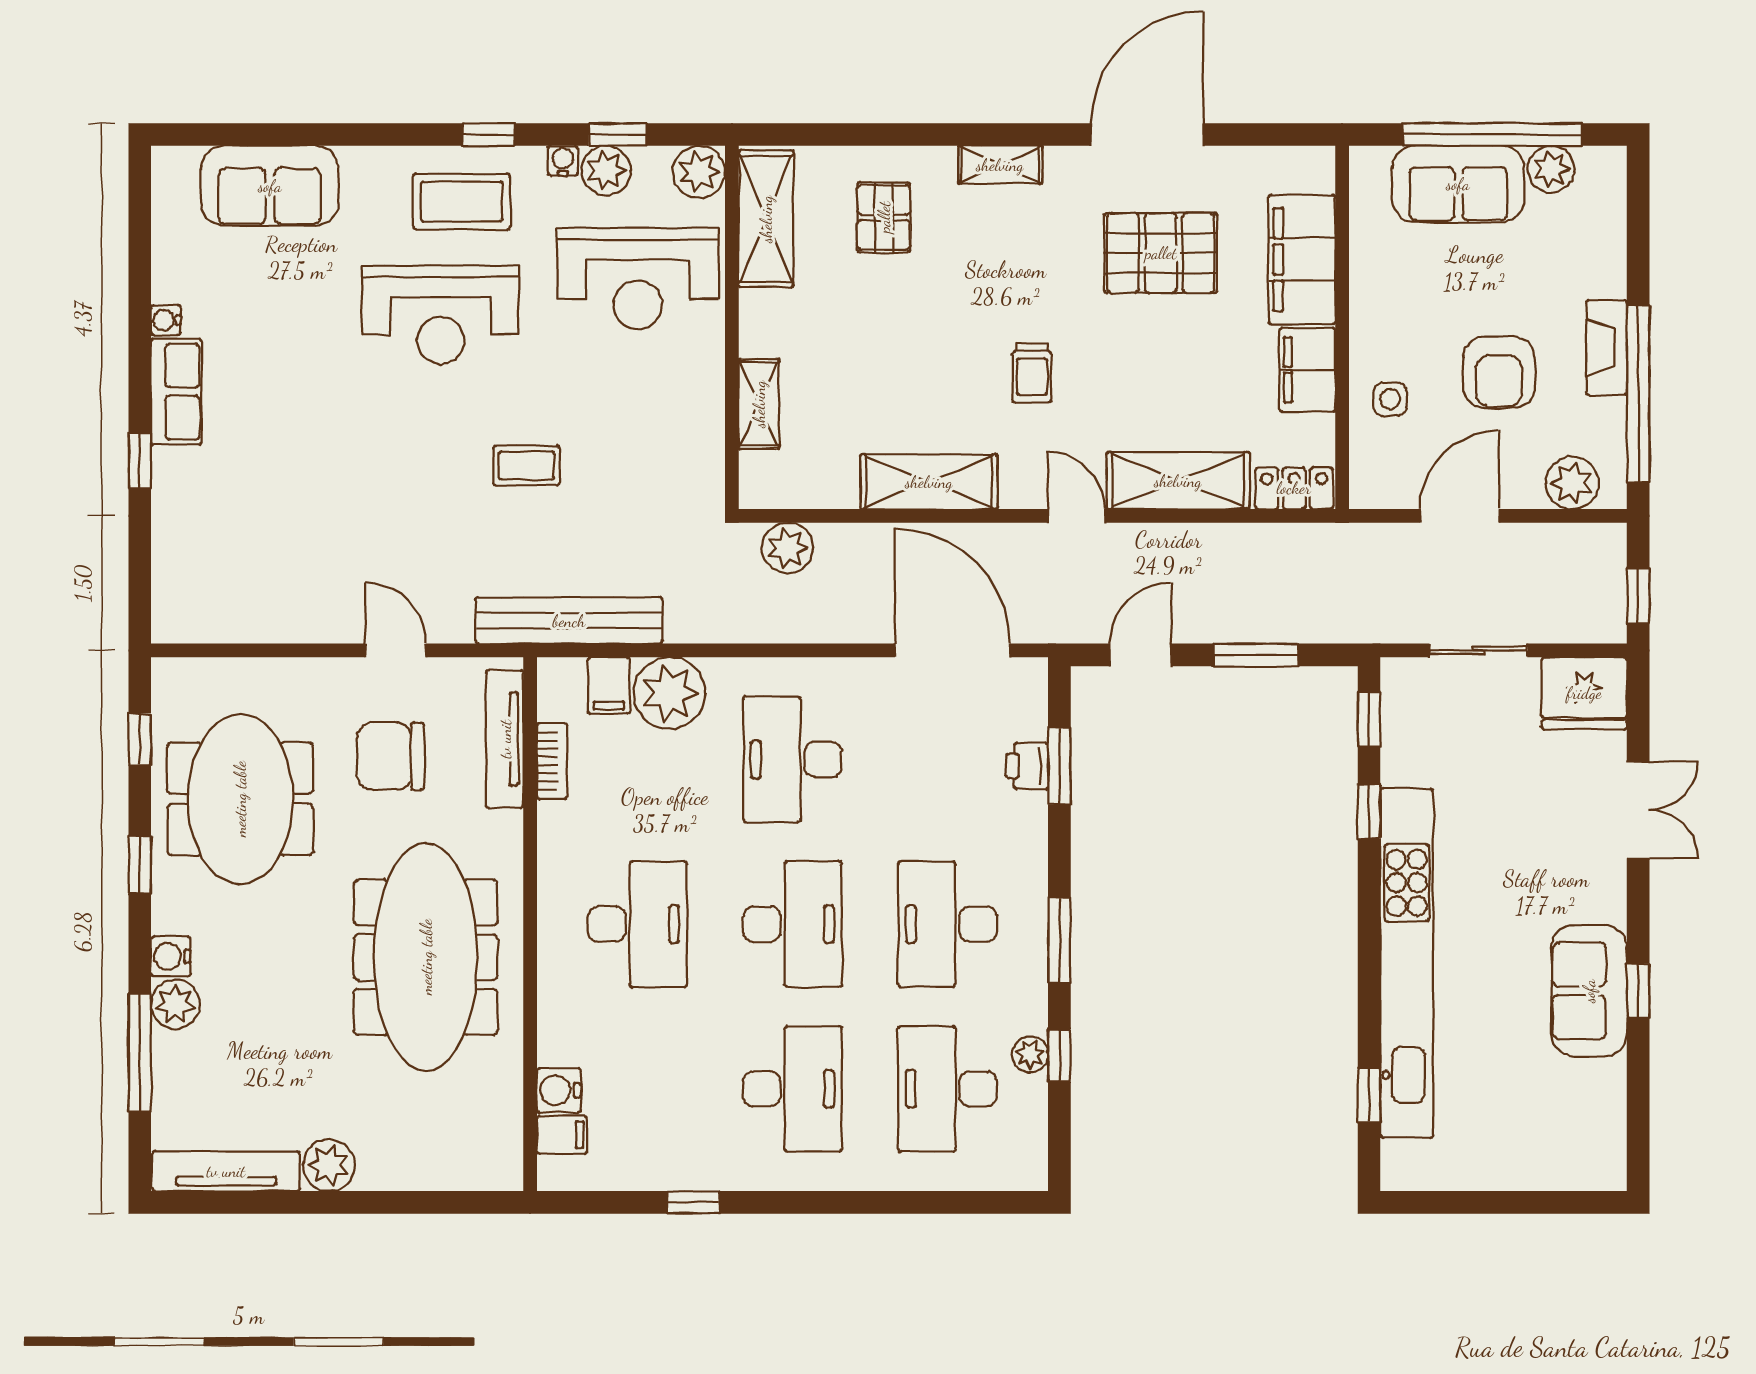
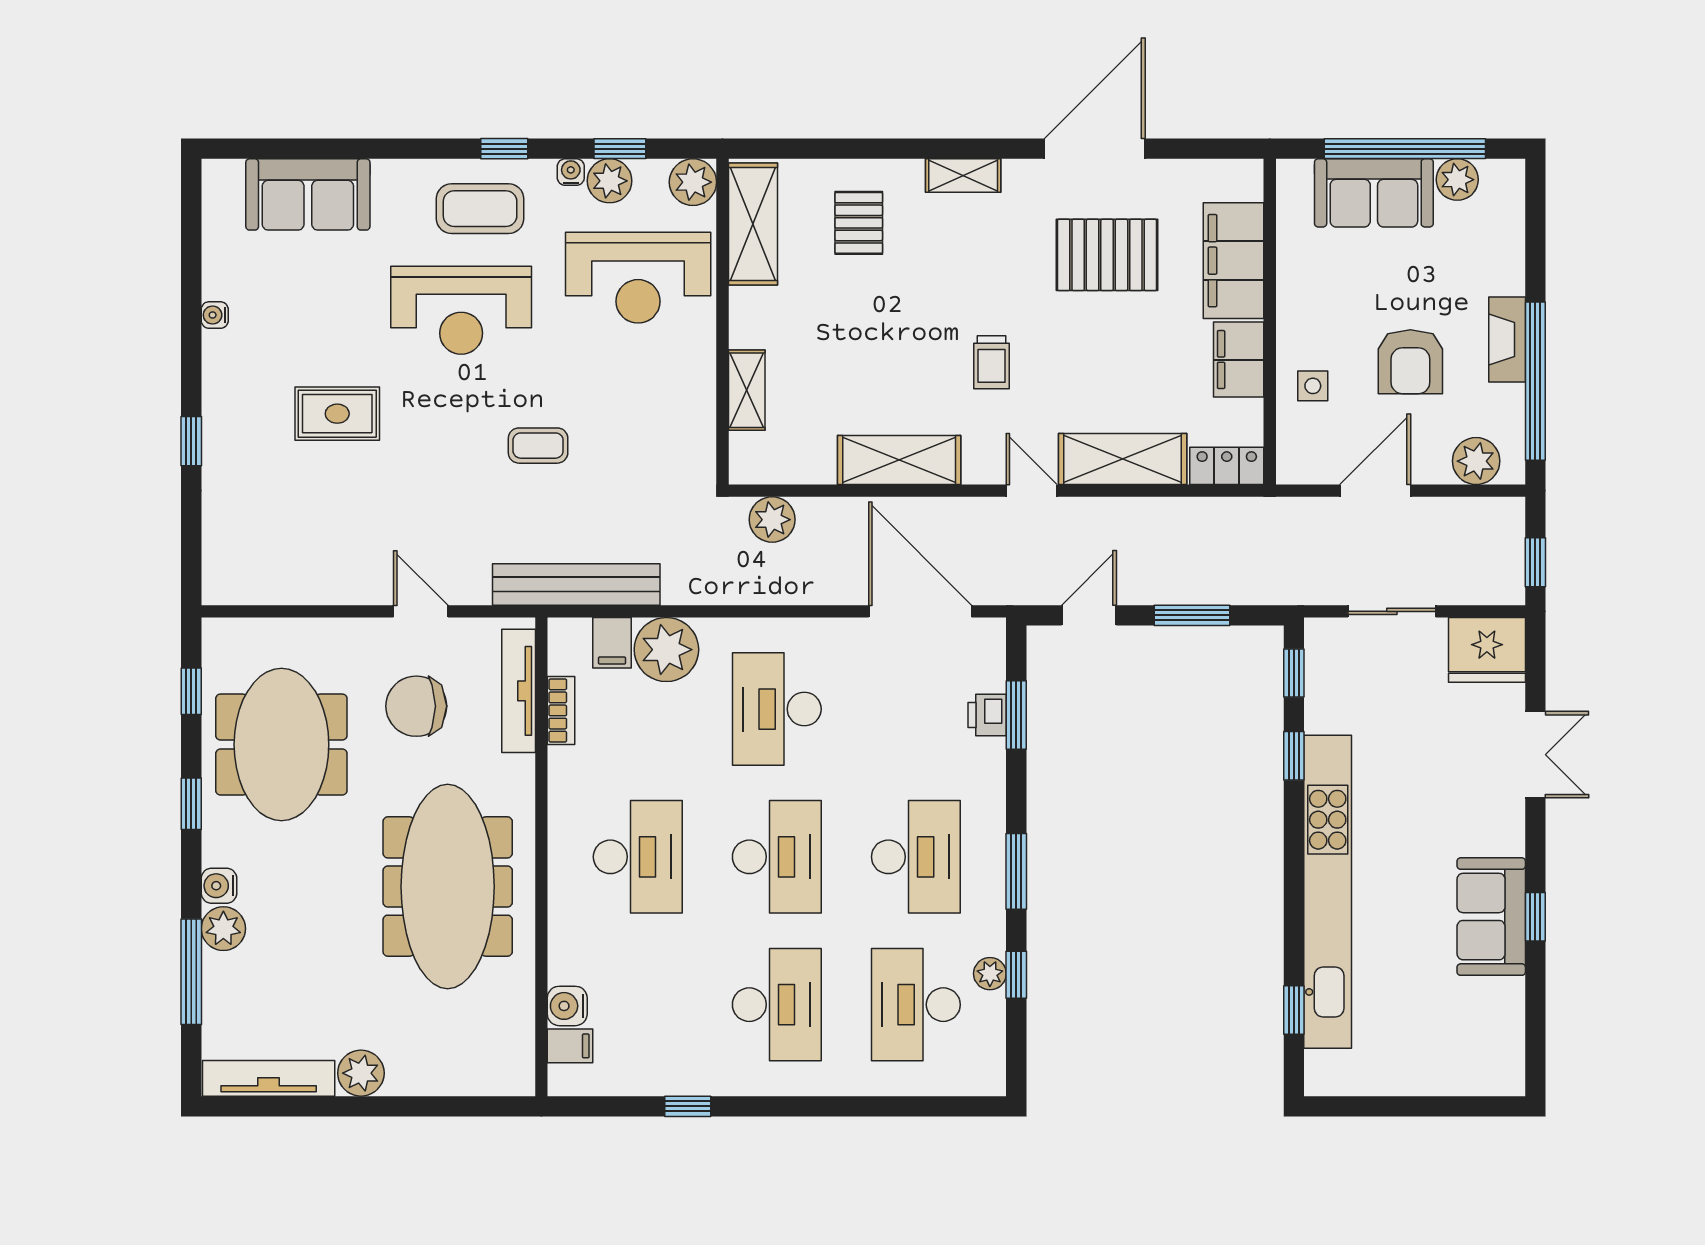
row of seats: (176, 392) -> (224, 379), removed
rug: (302, 430) -> (337, 414), added
desk: (948, 924) -> (916, 857), turned 180

